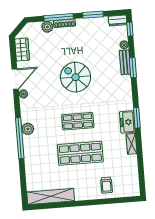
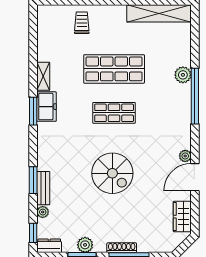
plant: (47, 27) -> (85, 245), moved
plant: (28, 129) -> (183, 75), moved

